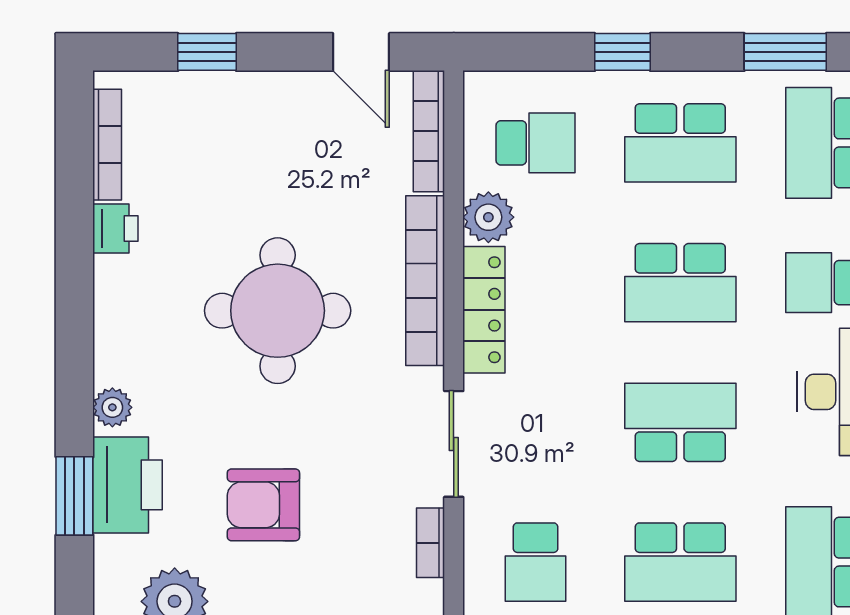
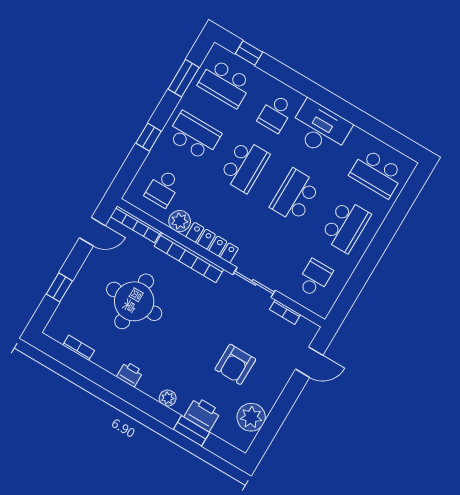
school desk: (536, 143) -> (163, 188), turned 180
school desk: (680, 143) -> (194, 136), turned -90
bookcase: (107, 145) -> (79, 348), width x0.64
printer: (115, 229) -> (130, 374), moved
round table: (278, 311) -> (134, 301), moved
printer: (128, 485) -> (202, 414), width x0.73, depth x0.84
school desk: (536, 562) -> (315, 278), turned -90

